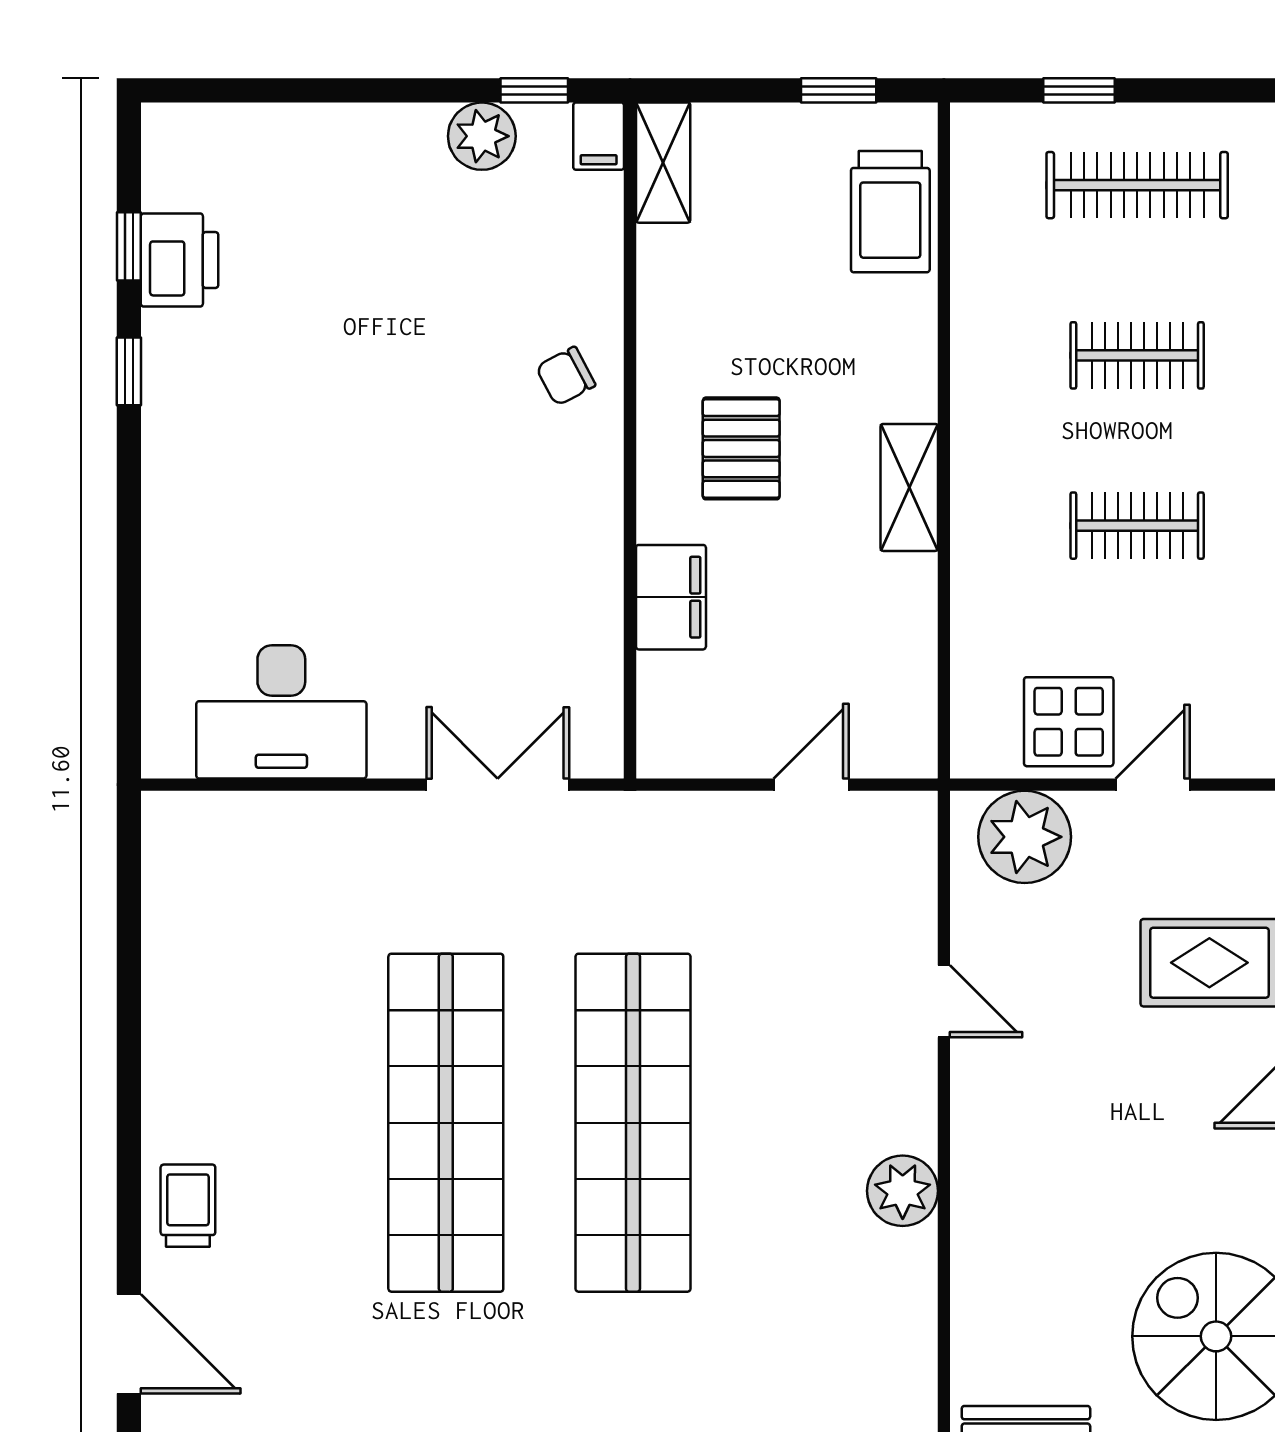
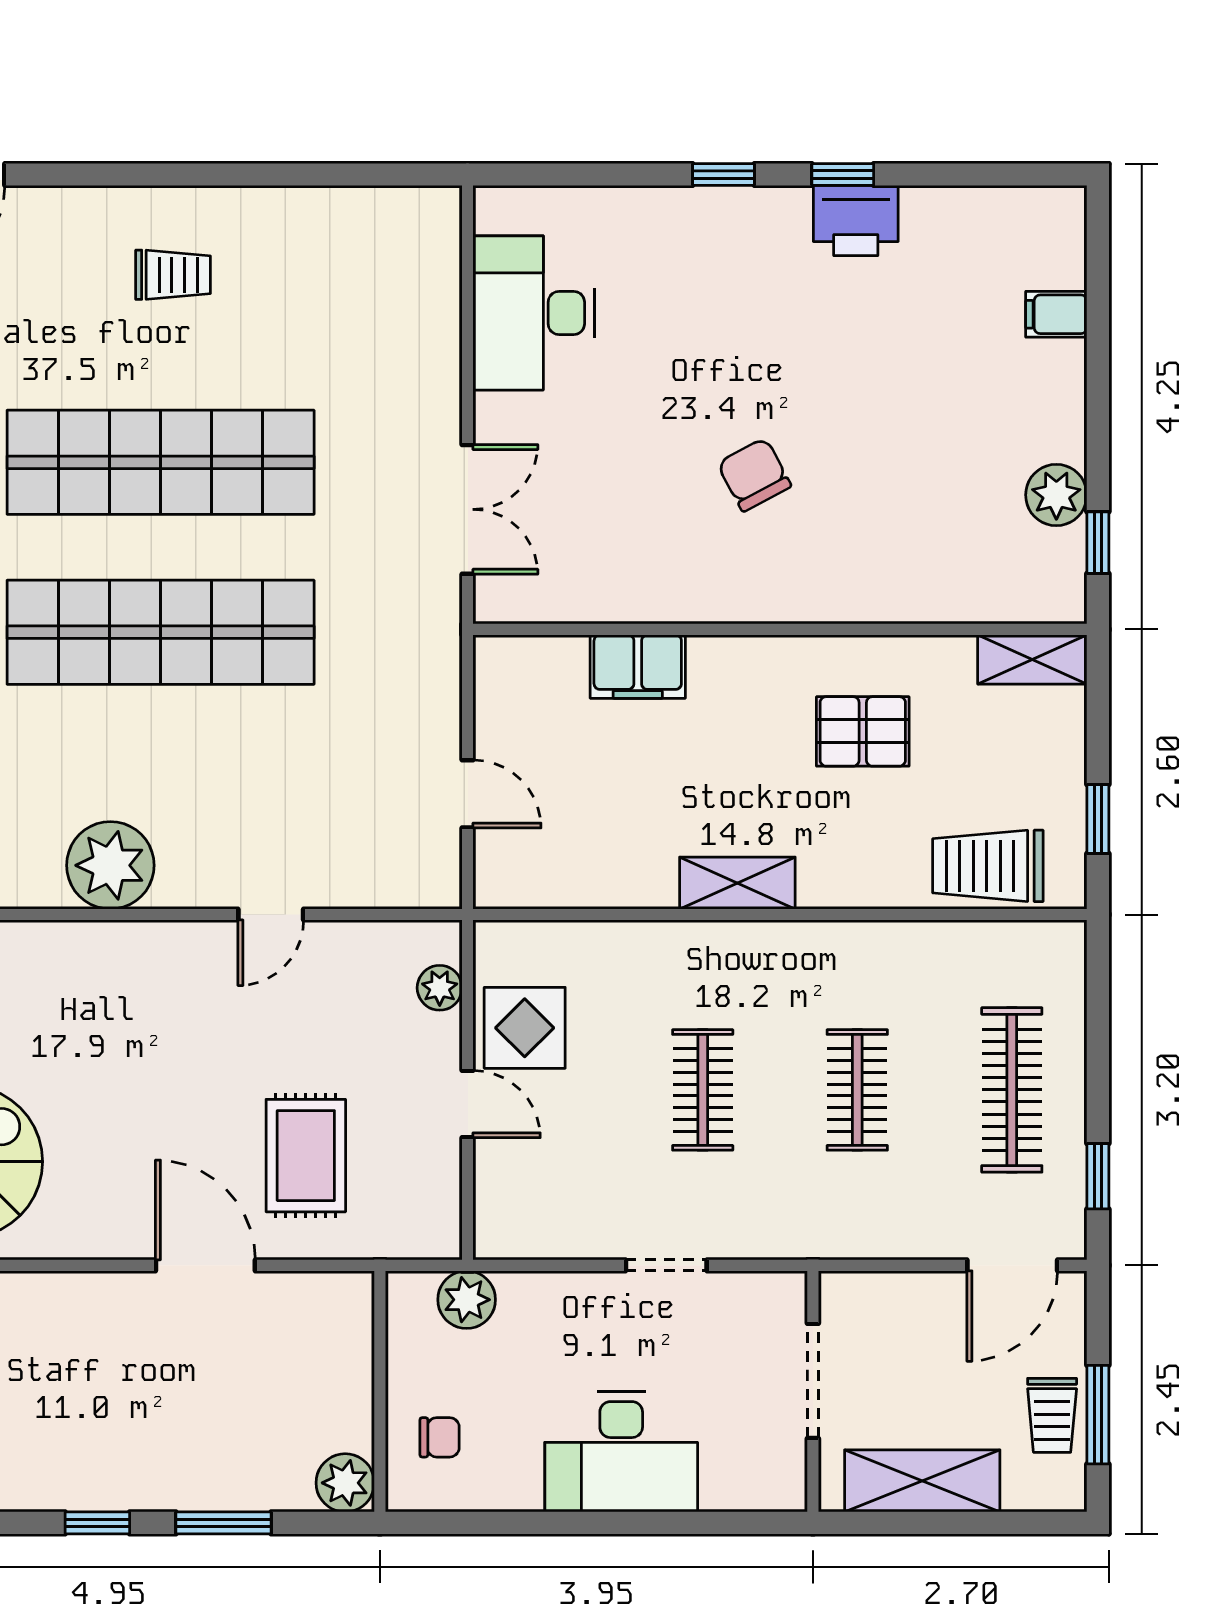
window: (1079, 90) -> (1098, 1176), moved
filing cabinet: (599, 136) -> (1056, 314), moved
window: (129, 246) -> (724, 175), moved
printer: (180, 260) -> (856, 221), moved
chair: (566, 376) -> (754, 475), moved, width x1.37, depth x1.37
pallet: (741, 448) -> (863, 731), moved
plant: (1025, 837) -> (440, 988), width x0.53, depth x0.53
plant: (903, 1191) -> (110, 865), width x1.36, depth x1.36
trolley: (188, 1206) -> (173, 275), moved

